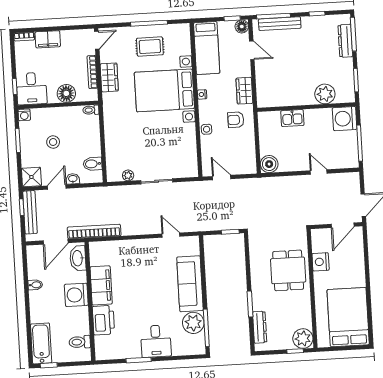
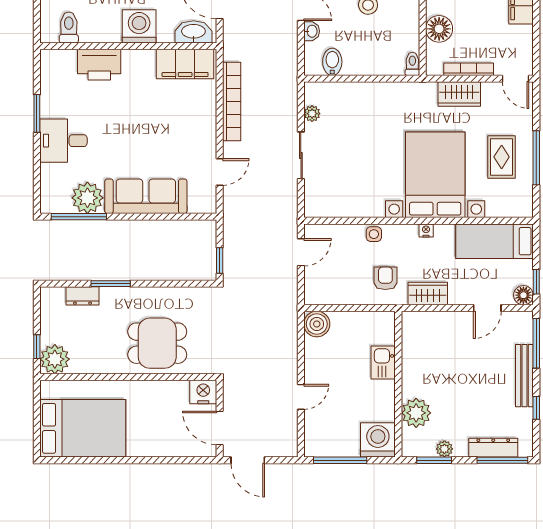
bench: (280, 24) -> (524, 376), moved
plant: (348, 74) -> (444, 449), added
bookcase: (94, 232) -> (232, 101), moved
nightstand: (321, 262) -> (203, 392), moved
filing cabinet: (101, 285) -> (185, 64), moved
dresser: (260, 327) -> (83, 296), width x0.70

